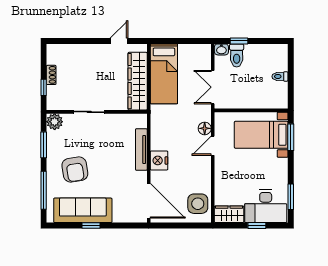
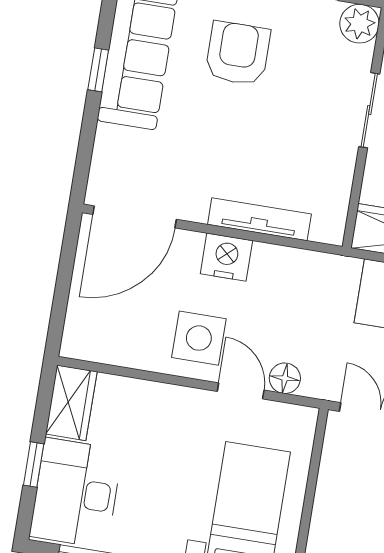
armchair: (75, 169) -> (238, 53), turned 99
side table: (198, 204) -> (199, 338), moved

